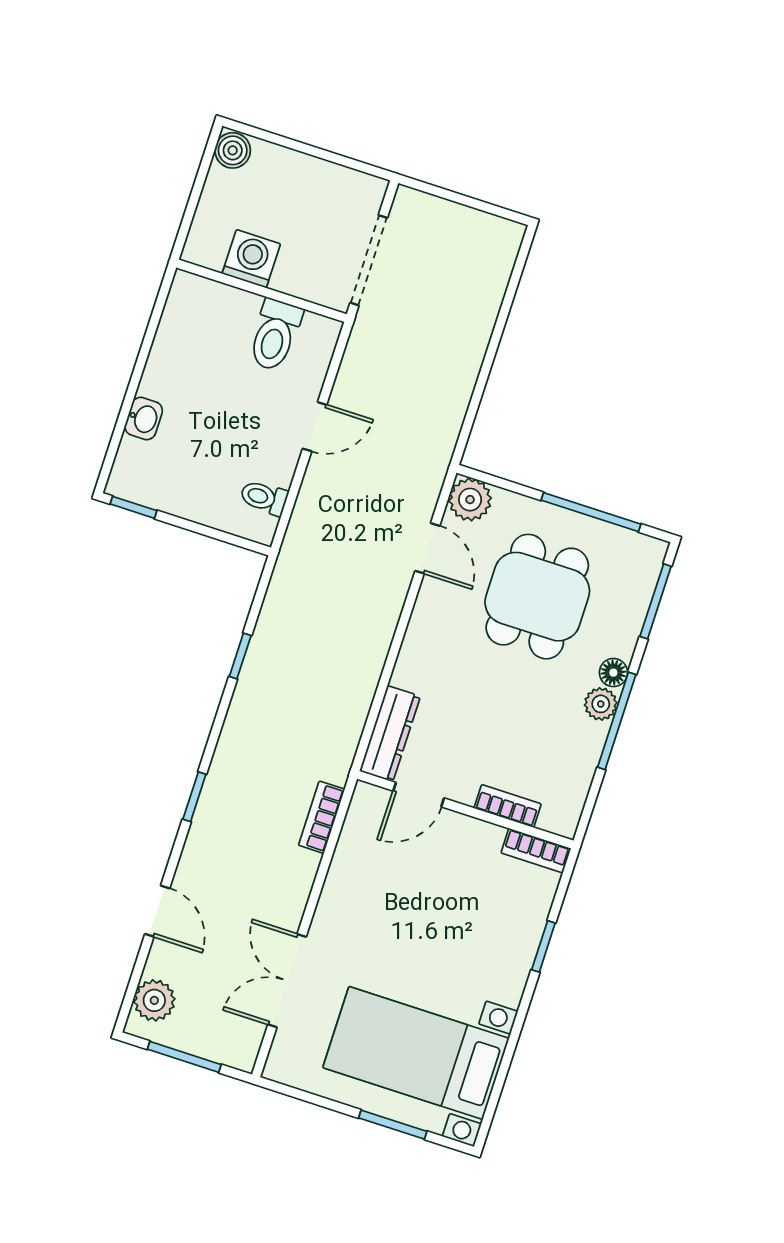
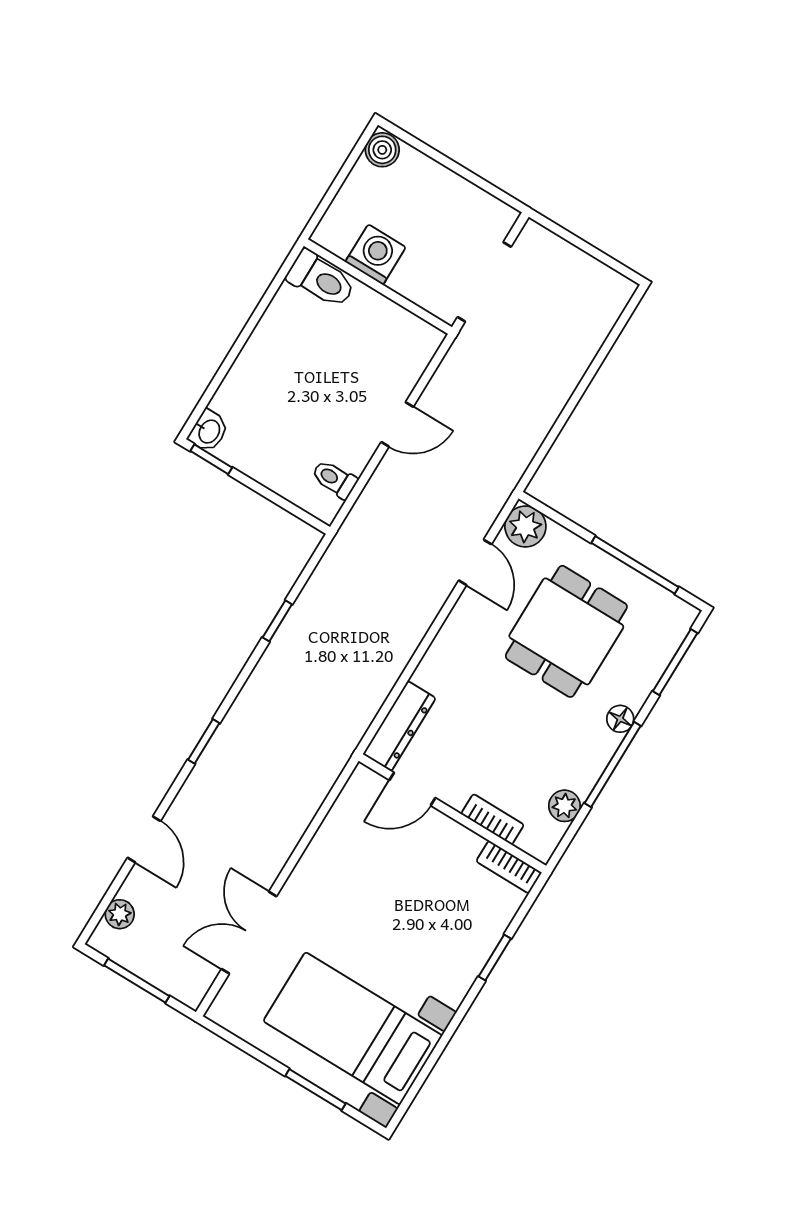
toilet: (275, 335) -> (321, 279), moved, turned -90
washbasin: (144, 419) -> (209, 431), moved
plant: (601, 704) -> (564, 806), moved
bookcase: (322, 817) -> (317, 789), removed
plant: (154, 1000) -> (120, 914), width x0.73, depth x0.73

